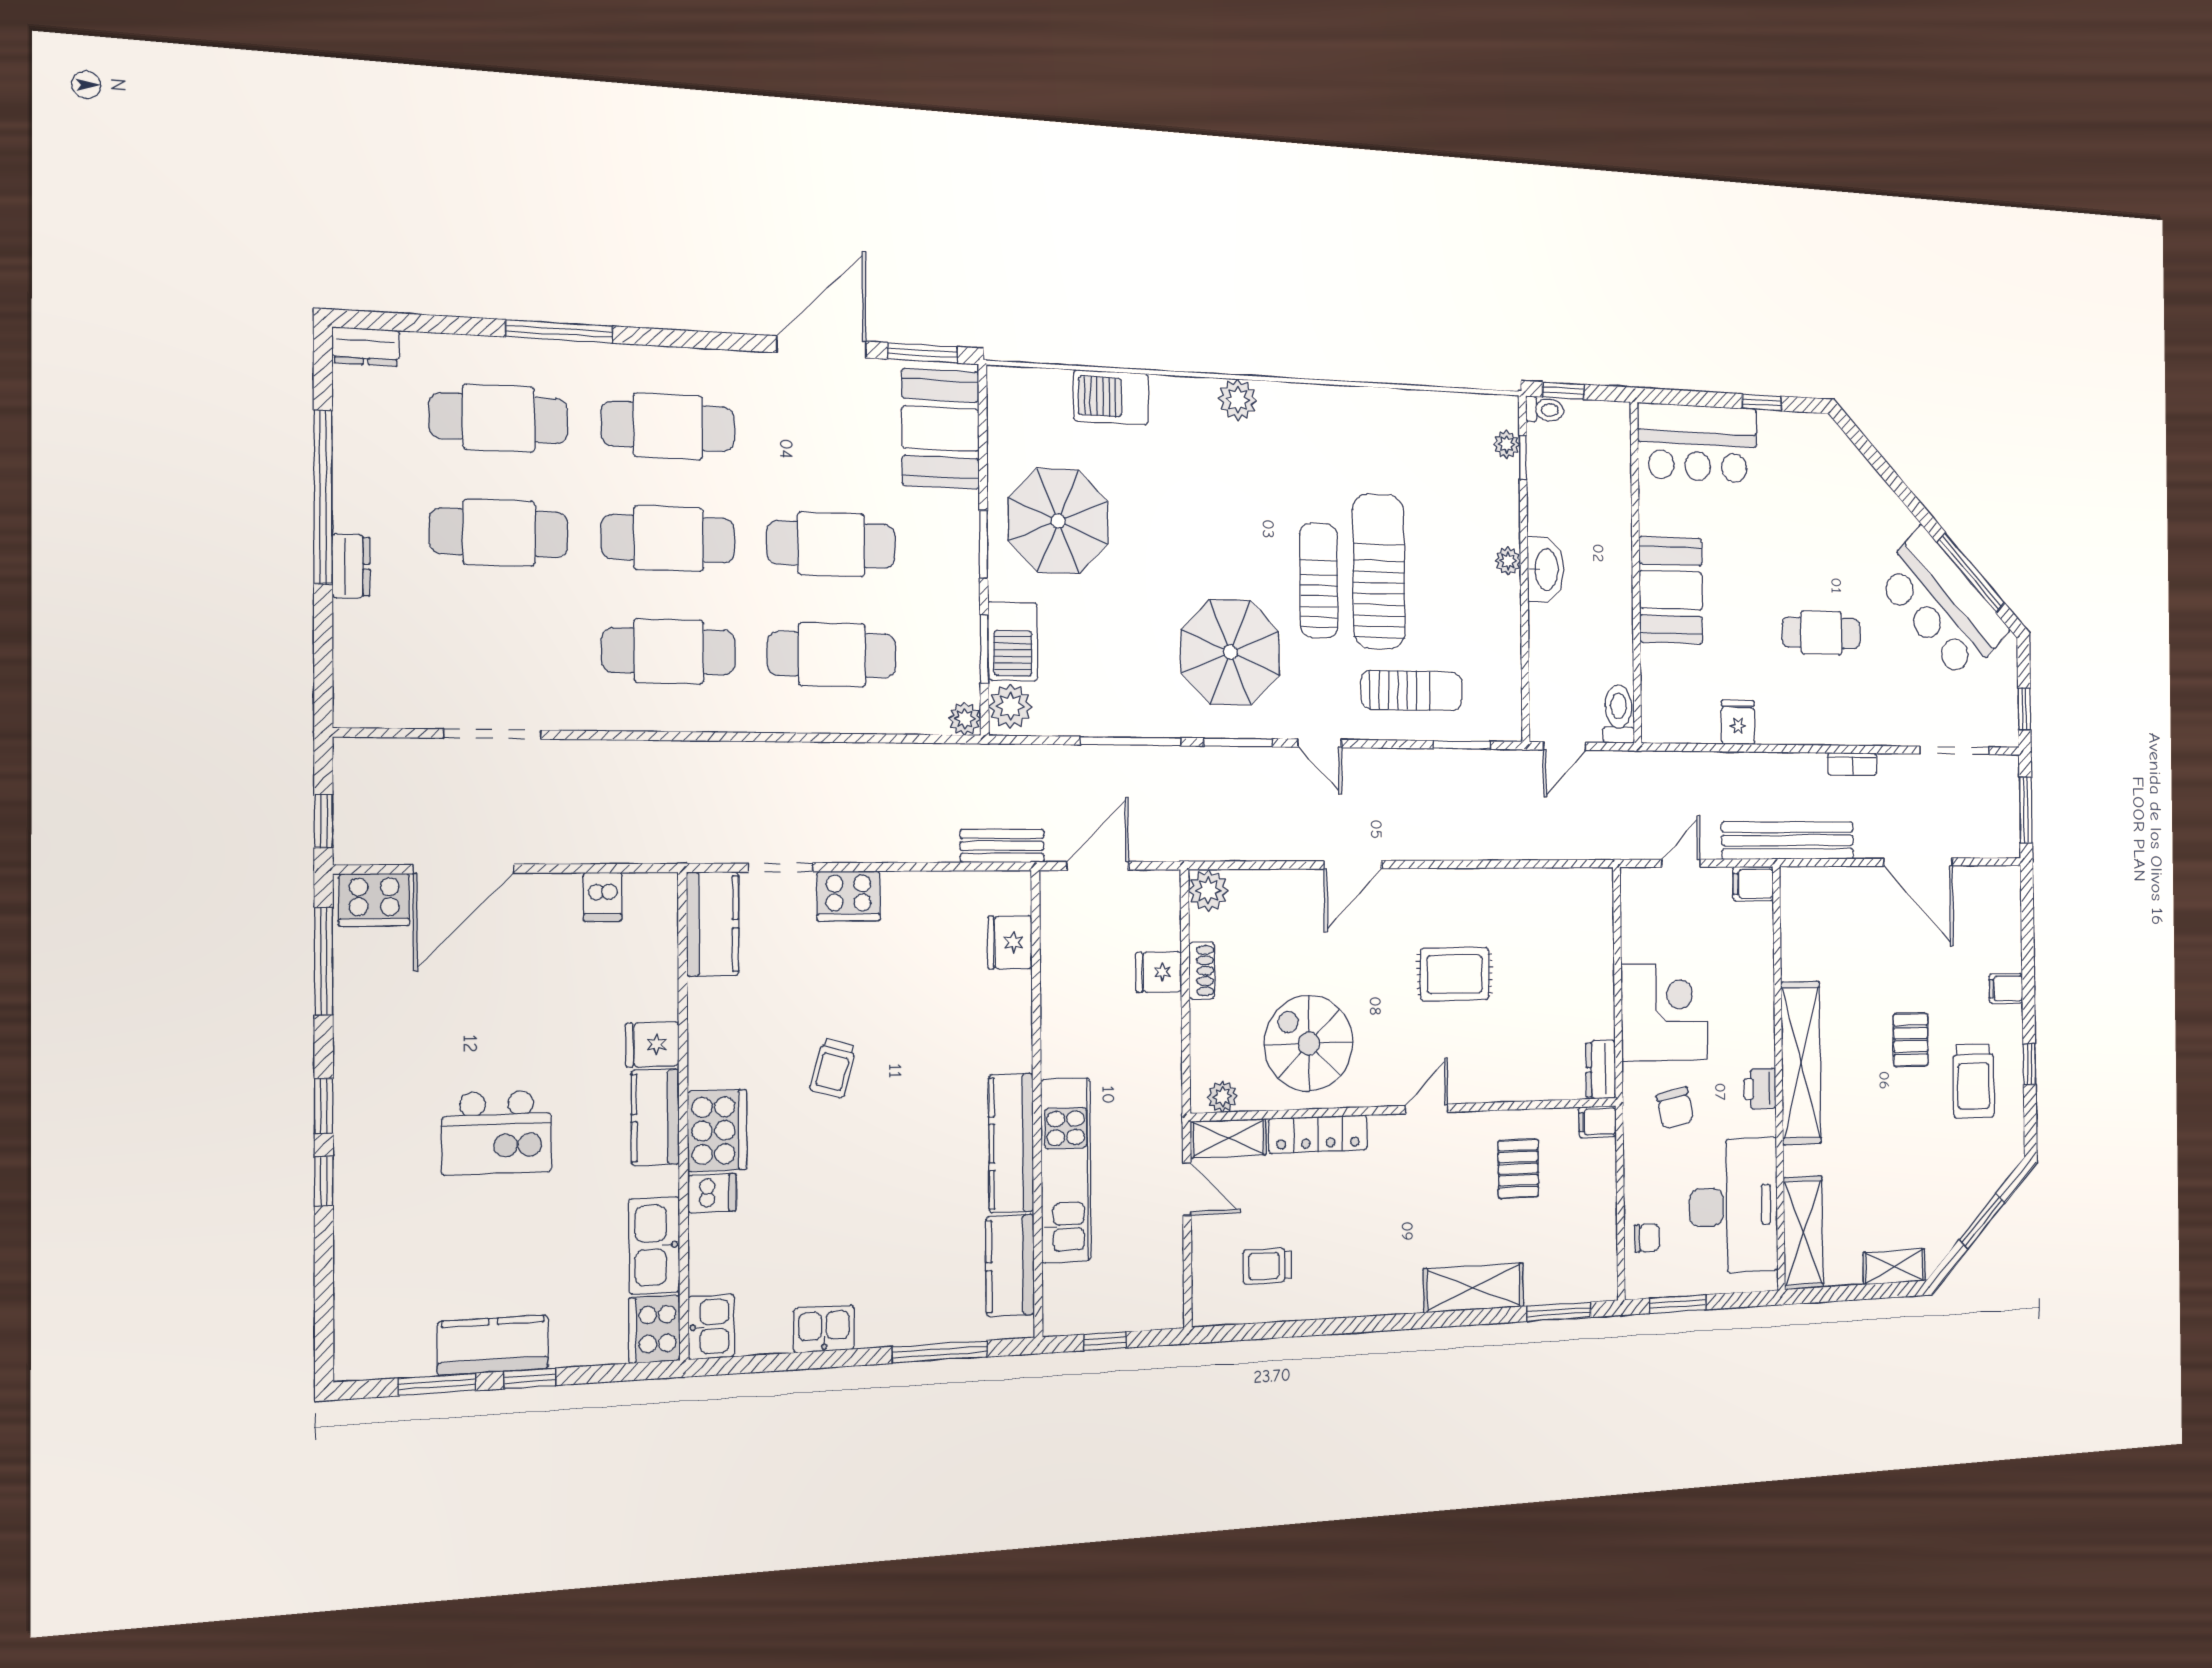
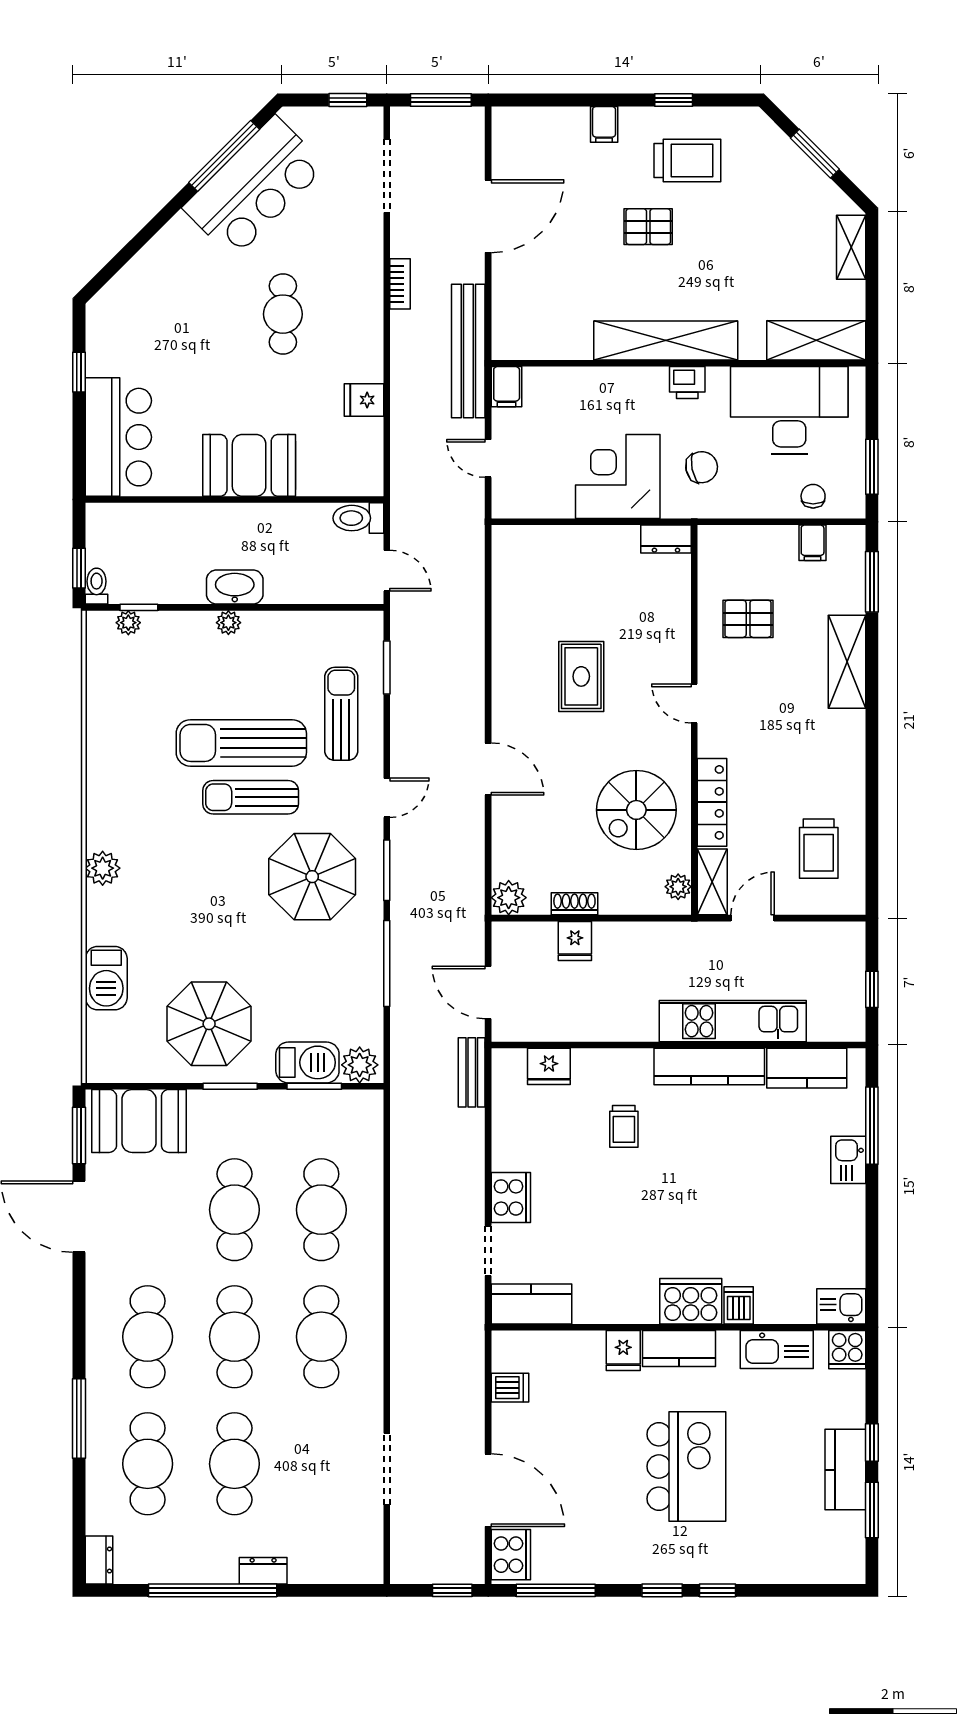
plant: (965, 719) -> (370, 1103), removed
trolley: (833, 1068) -> (624, 1126), moved, turned 74
filing cabinet: (1598, 1122) -> (813, 543), moved
kitchen island: (497, 1133) -> (686, 1466), width x1.37, depth x1.28
trolley: (1267, 1266) -> (819, 849), width x1.36, depth x1.39
cooker: (654, 1329) -> (847, 1350), width x0.73
kitchen sink: (824, 1329) -> (848, 1160), moved

